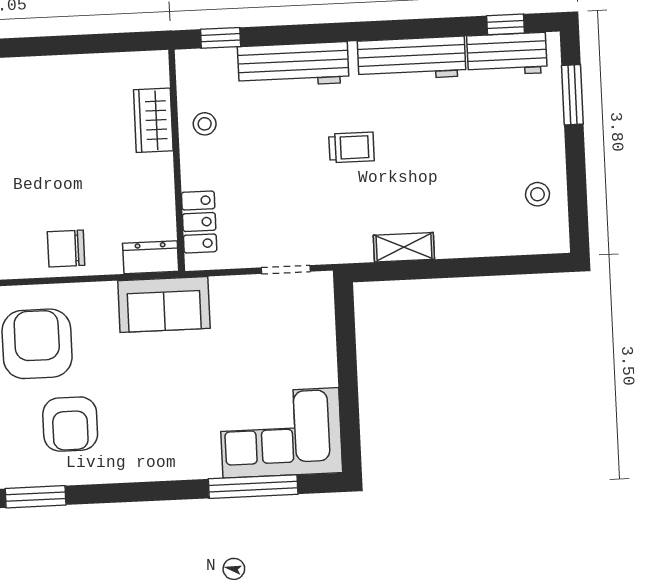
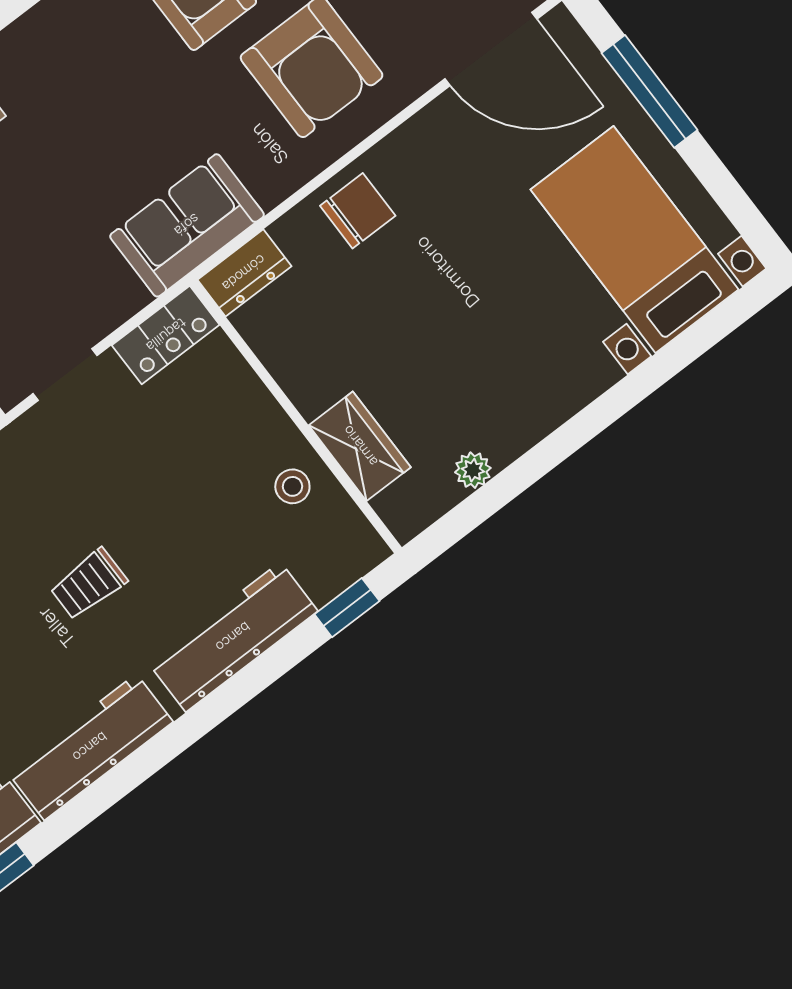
plant: (101, 65) -> (473, 470), added
locker: (199, 222) -> (166, 335), moved, turned -90

